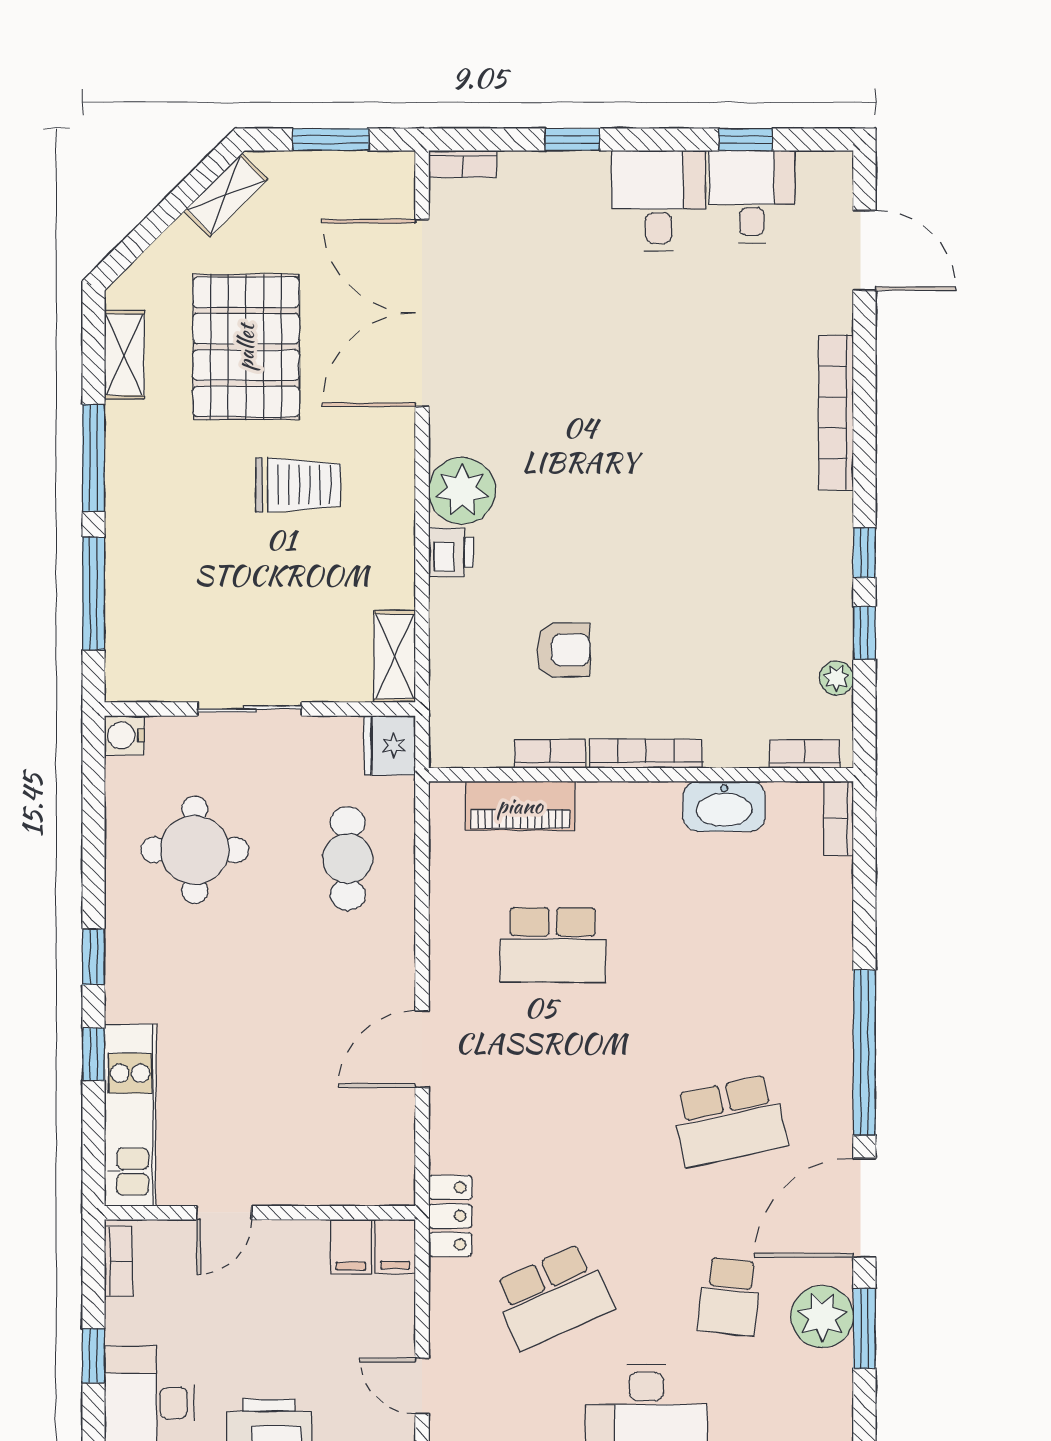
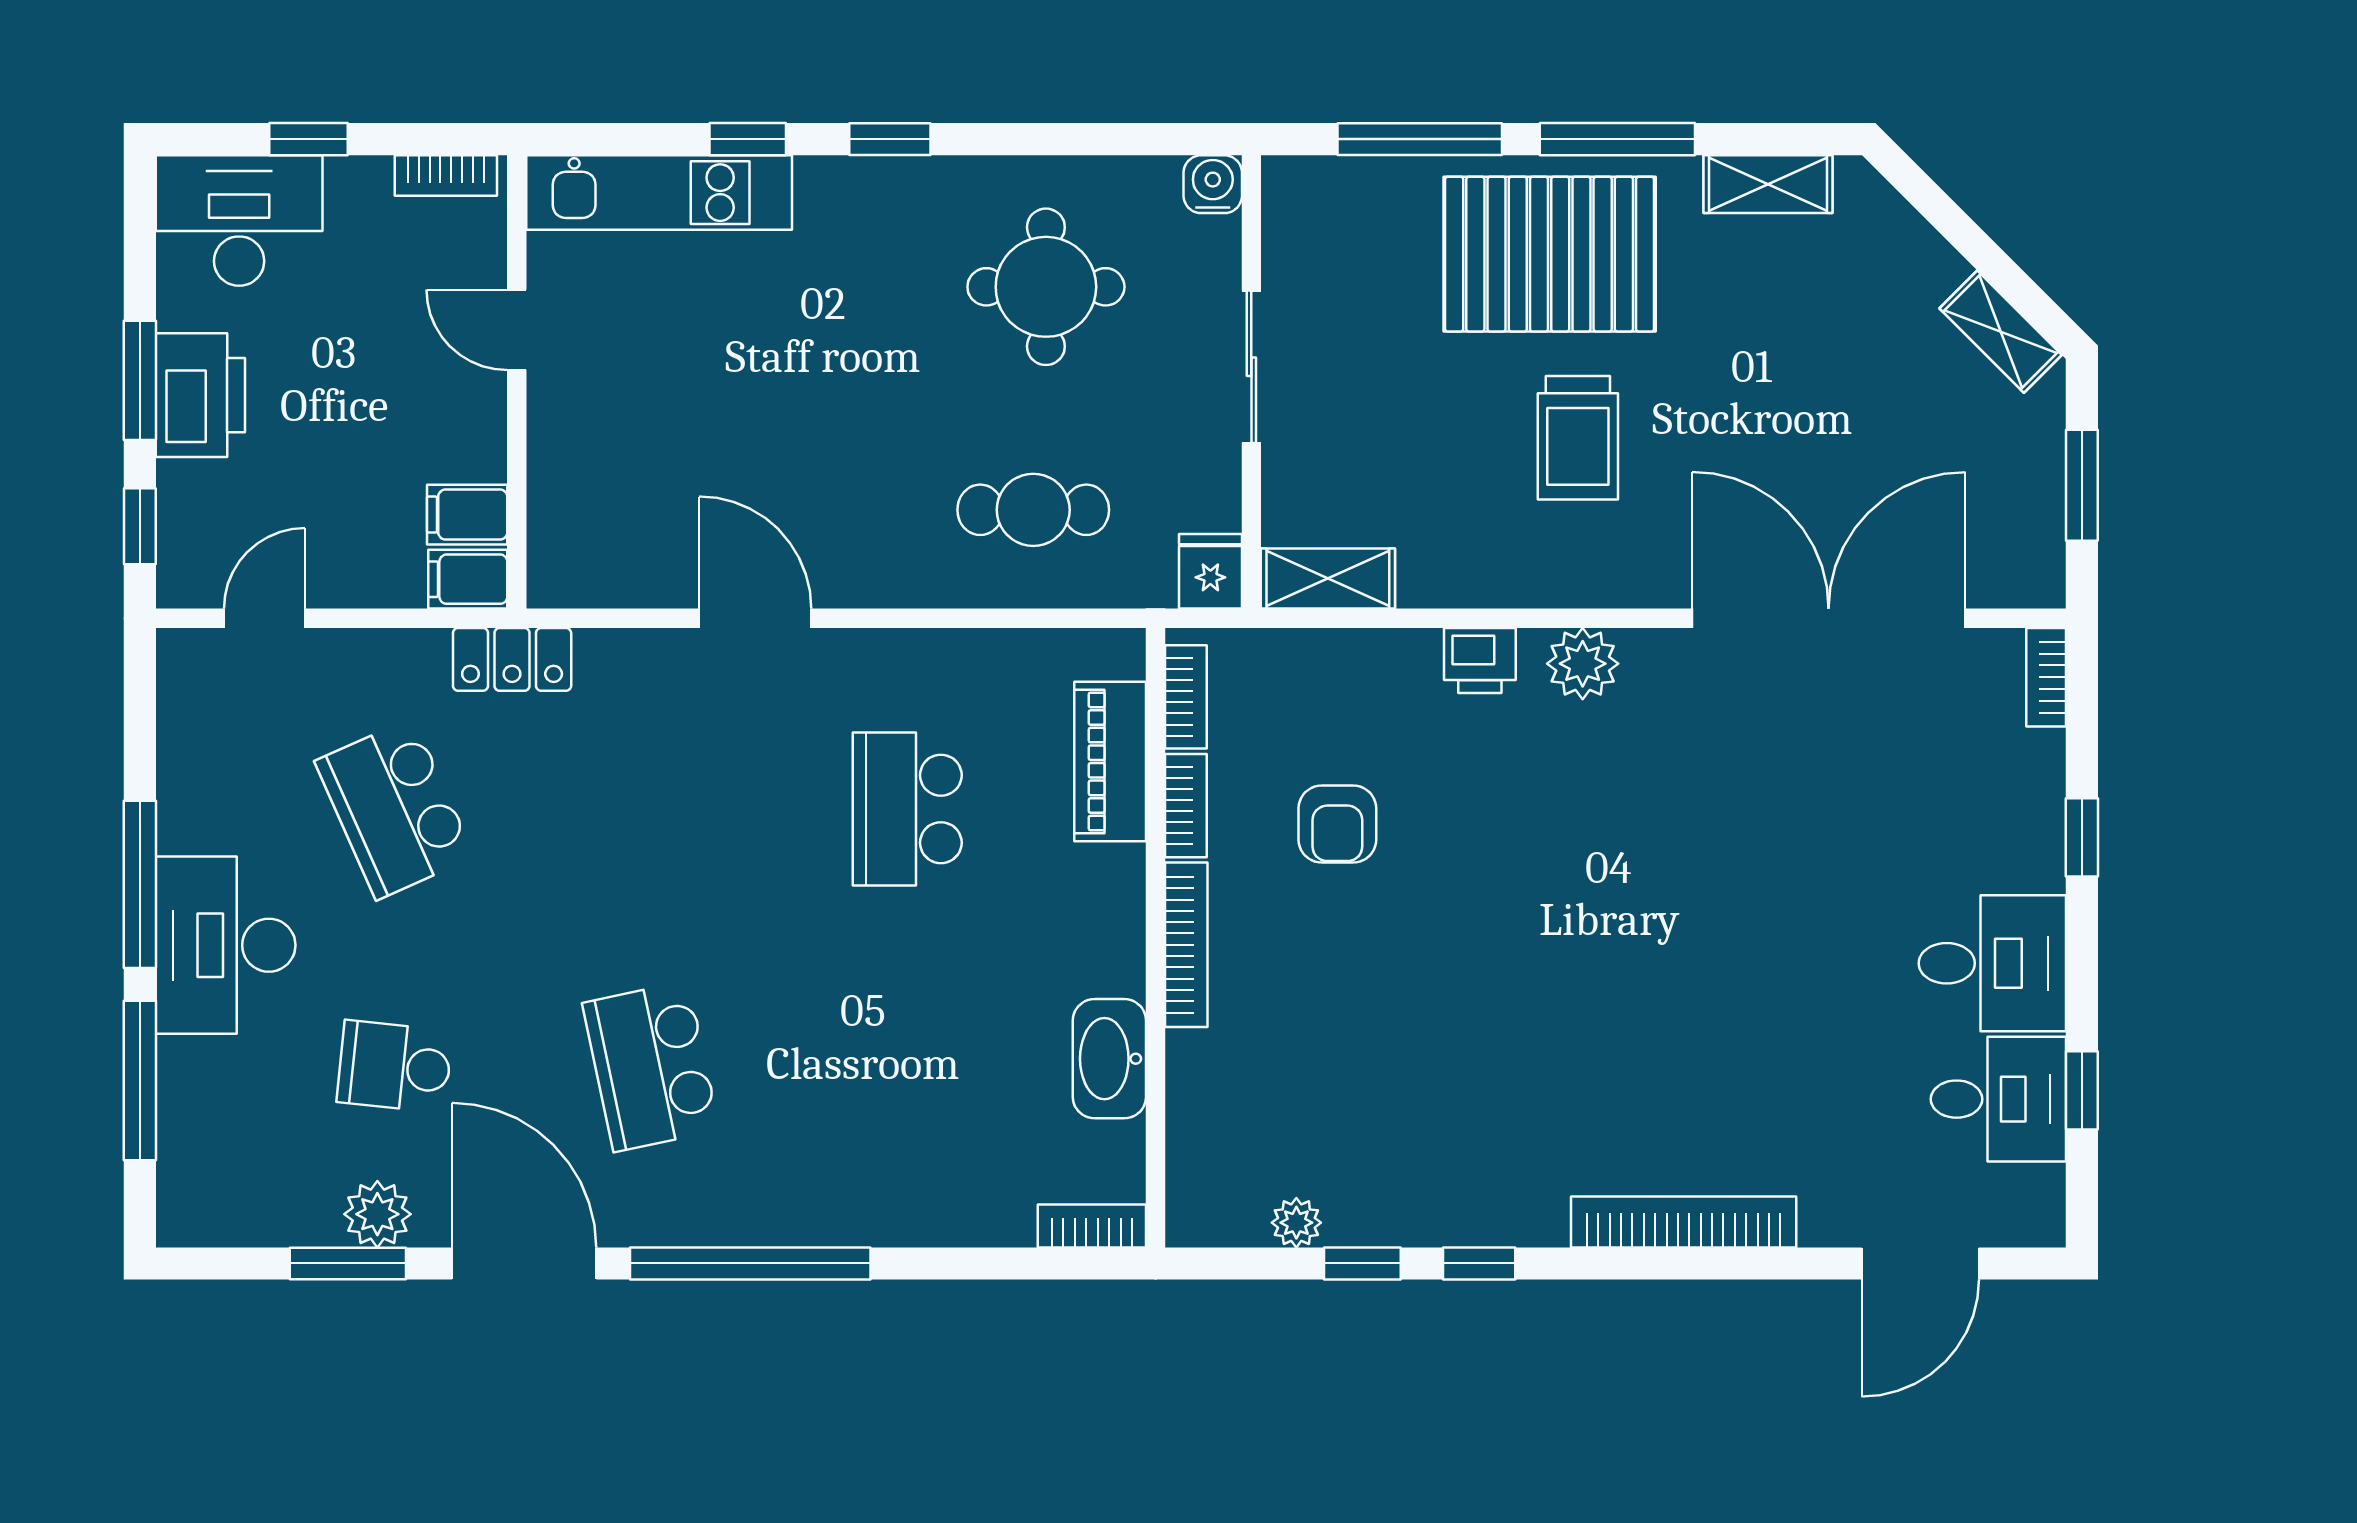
pallet: (246, 347) -> (1550, 254), moved
plant: (462, 491) -> (1583, 664), width x0.73, depth x0.73
fridge: (390, 745) -> (1210, 571), width x0.72
bookcase: (805, 754) -> (1186, 697), moved
plant: (822, 1317) -> (377, 1214), width x0.73, depth x0.73

